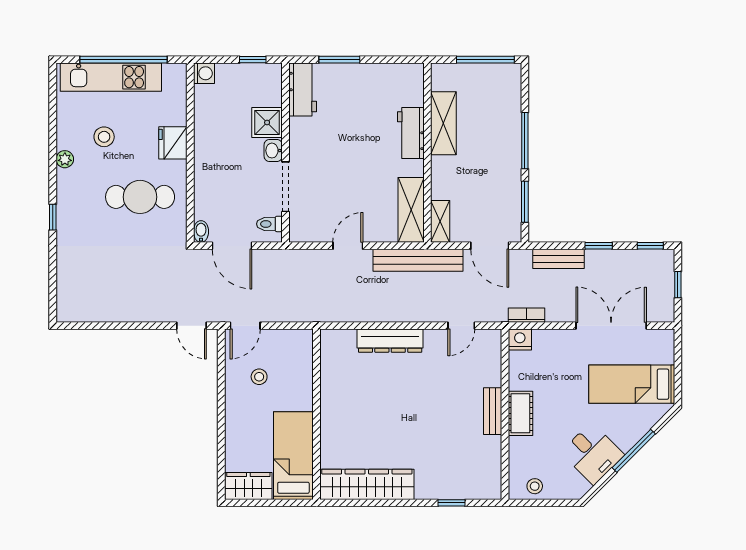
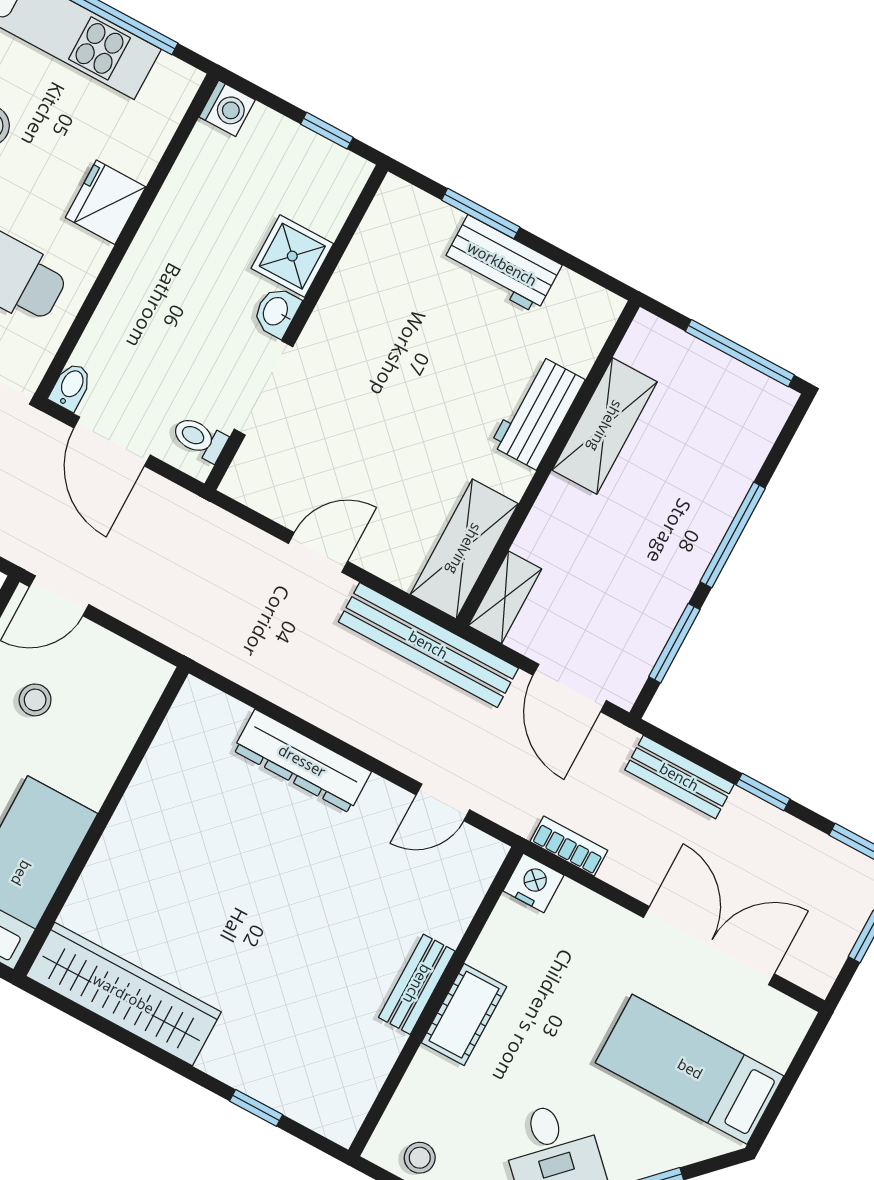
workbench: (303, 90) -> (502, 264), moved, turned 90

